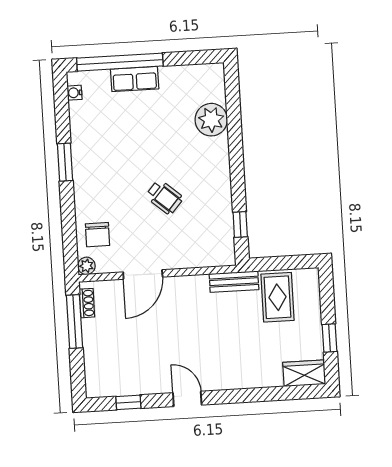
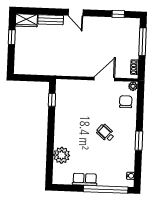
row of seats: (135, 79) -> (85, 179), moved
wheelchair: (164, 197) -> (105, 133), moved
bench: (234, 282) -> (51, 20), moved
rug: (277, 297) -> (36, 61), removed
window: (75, 321) -> (142, 42), moved
door: (187, 399) -> (76, 12), moved

